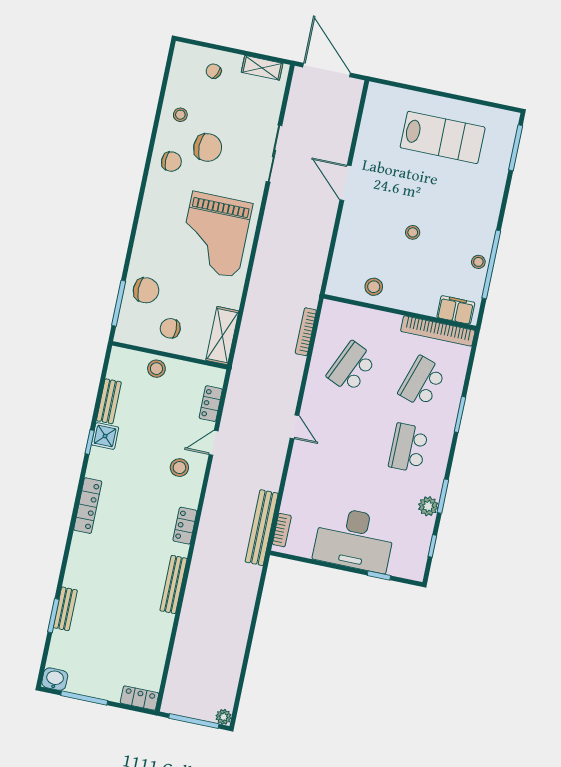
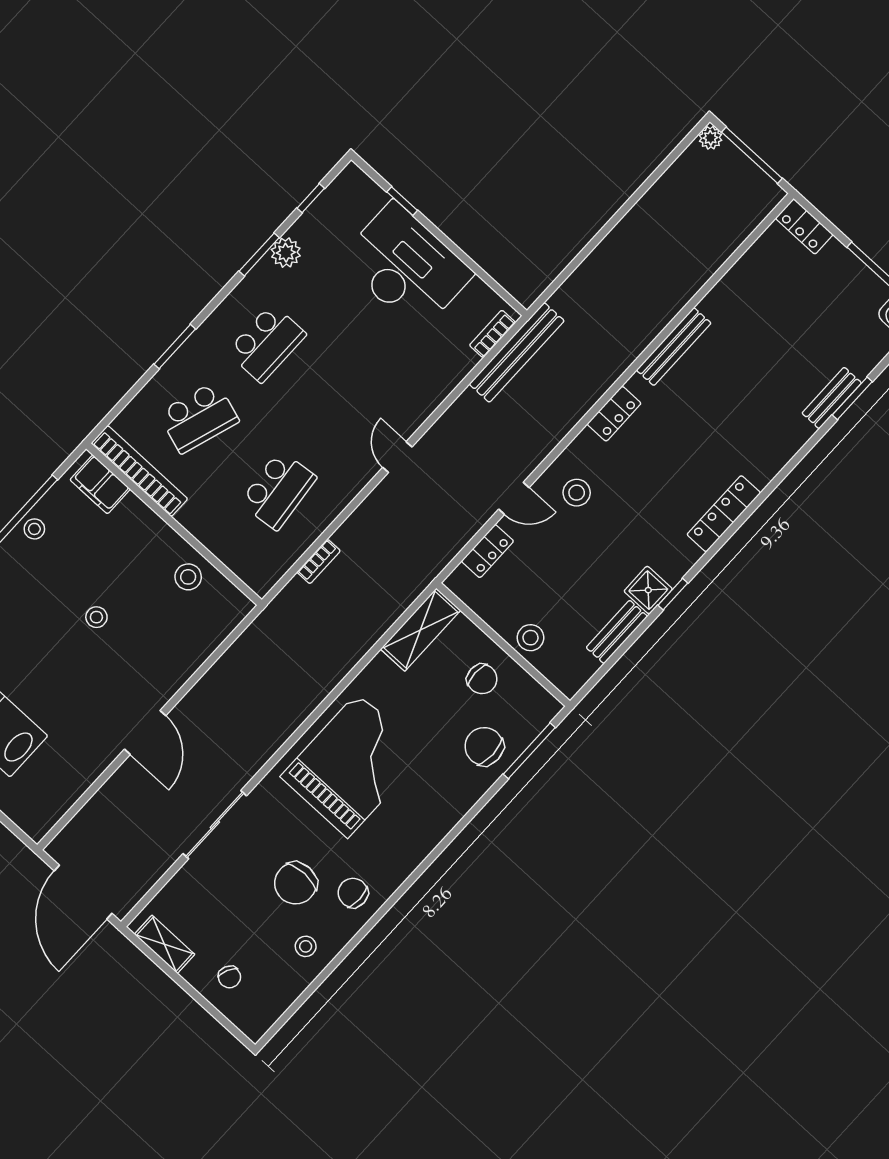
chair: (208, 148) -> (296, 883), turned -90
bookcase: (306, 332) -> (319, 562), width x0.64
school desk: (352, 367) -> (278, 490), turned -30

